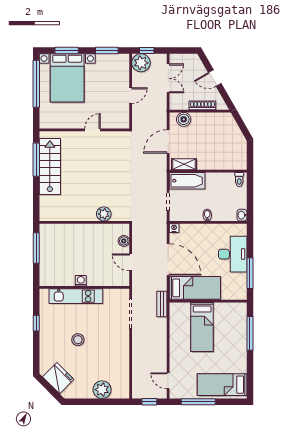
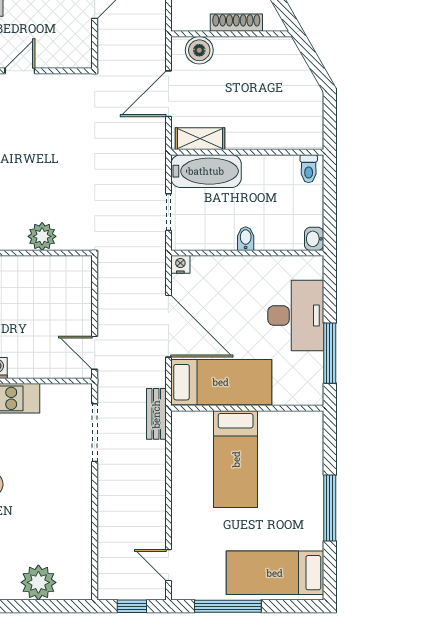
boiler: (124, 241) -> (81, 290), removed
door: (131, 262) -> (95, 353), moved
window: (250, 333) -> (330, 508), moved

